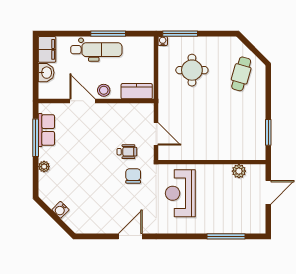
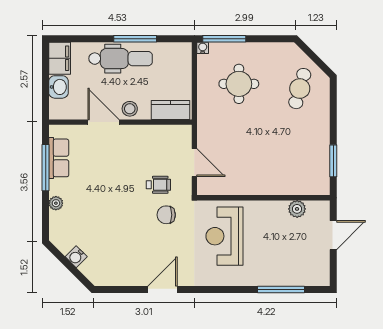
chair: (133, 176) -> (166, 215), turned -90

